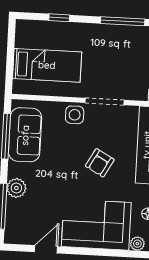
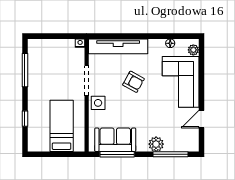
door: (46, 249) -> (201, 119), hinge flipped

